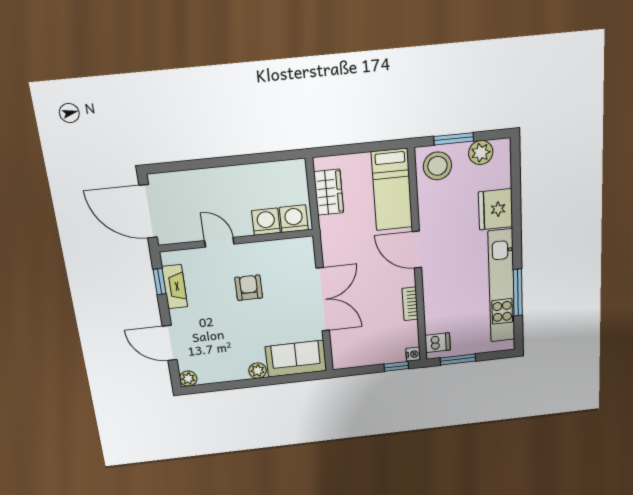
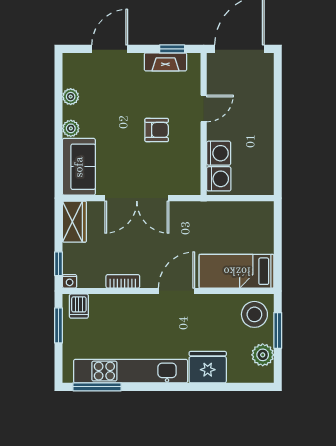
wardrobe: (329, 192) -> (74, 222), moved, turned -90
window: (518, 293) -> (97, 387), moved
plant: (188, 379) -> (71, 97), moved

